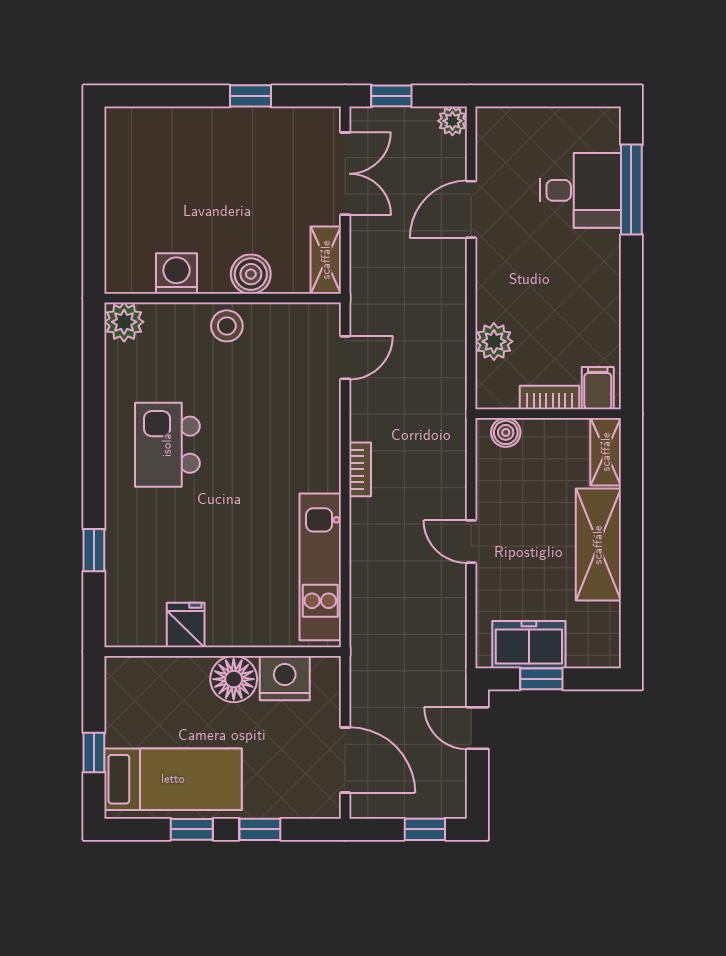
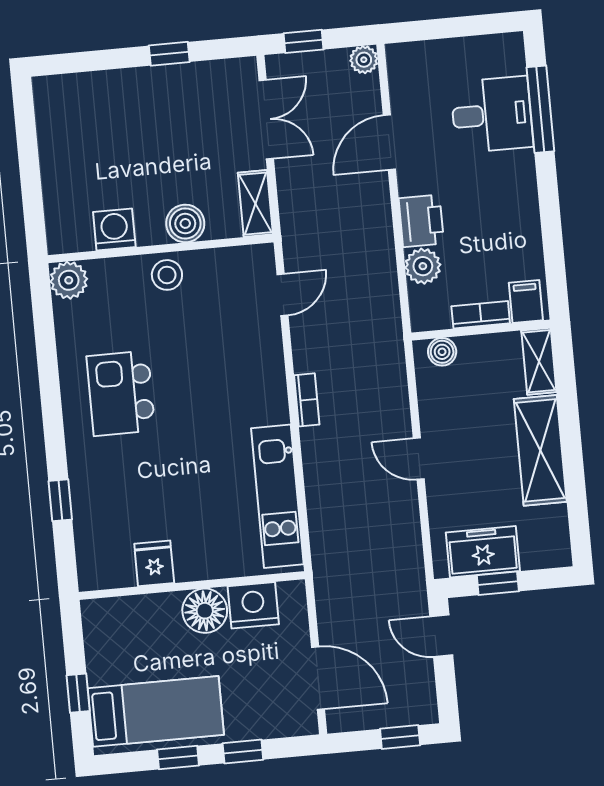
printer: (497, 294) -> (421, 221), added

